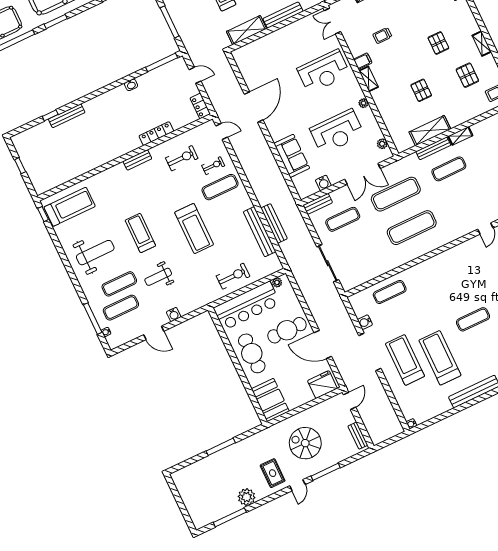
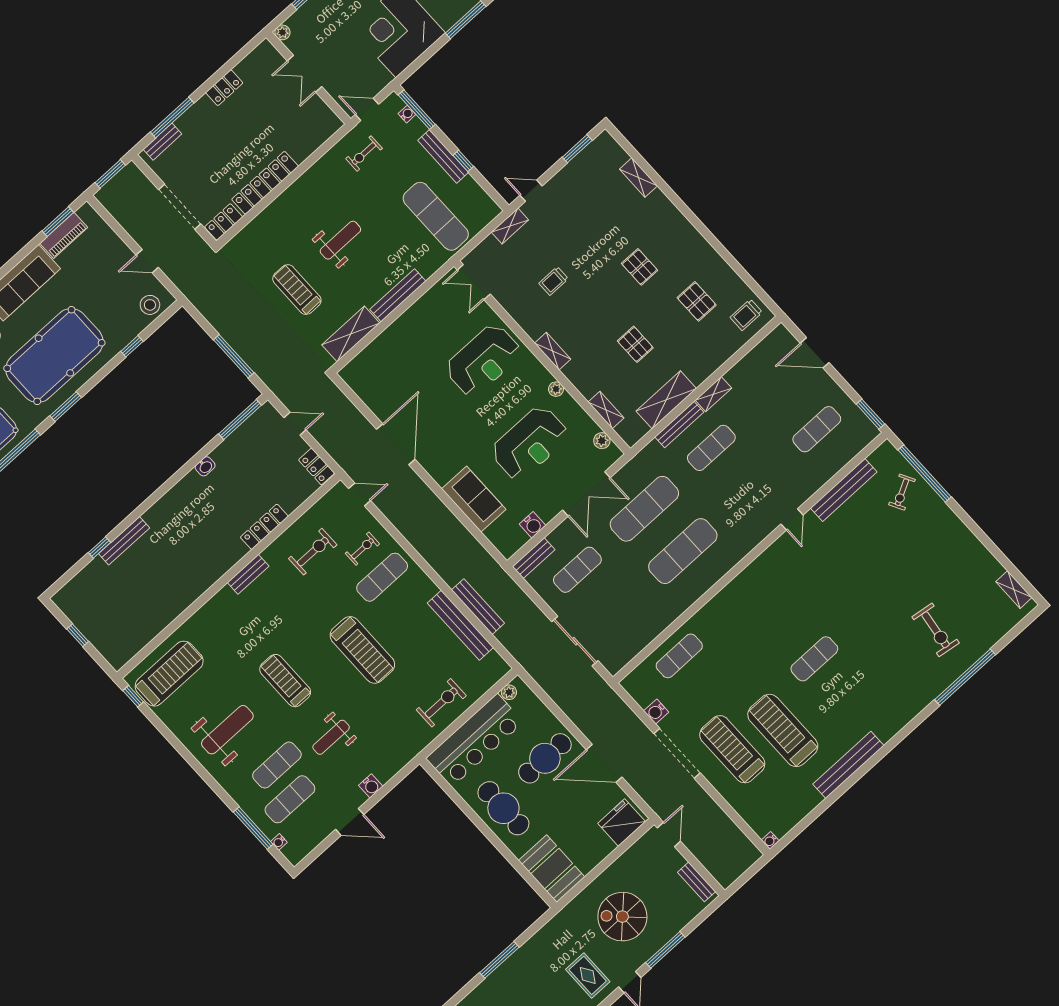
shelving: (482, 44) -> (606, 410), moved
filing cabinet: (363, 61) -> (536, 327), removed

